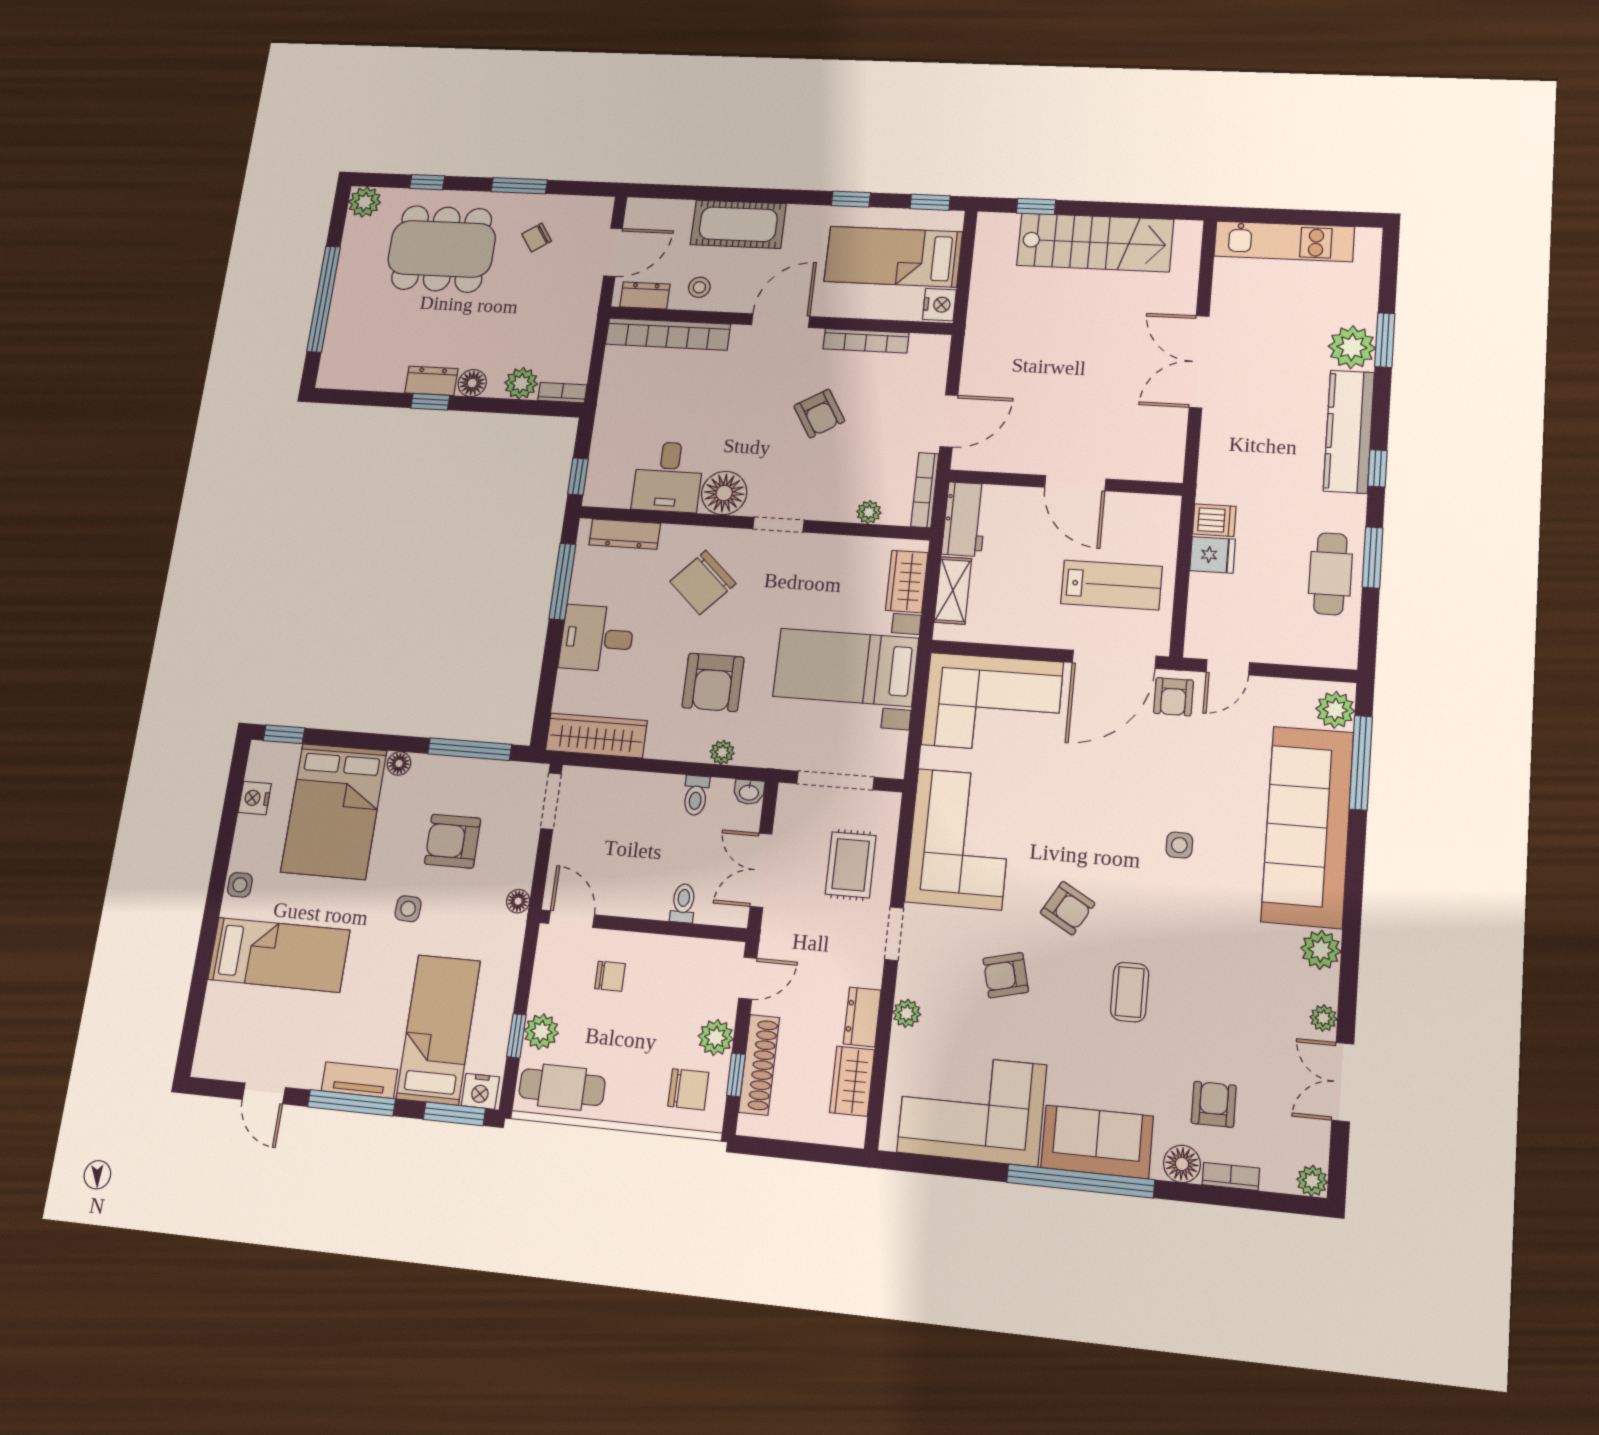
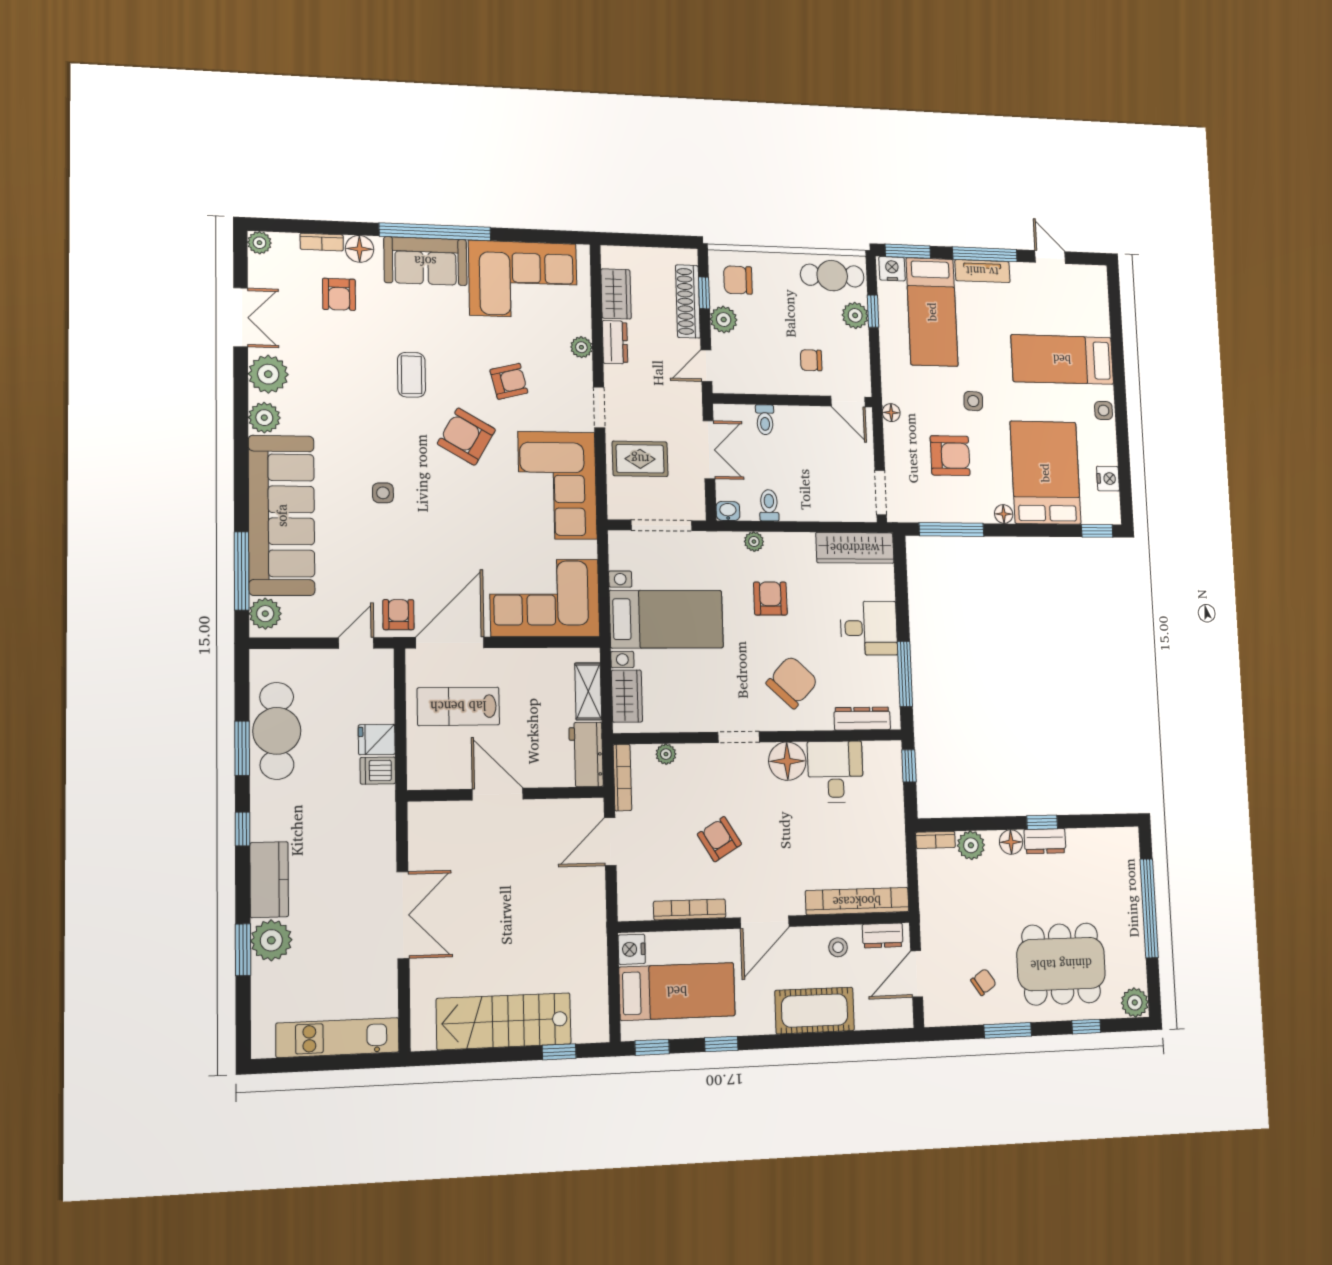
kitchen counter: (1349, 431) -> (269, 880), width x0.67
cafe table: (1330, 574) -> (277, 731), width x1.37, depth x1.35
armchair: (713, 682) -> (770, 598), width x0.72, depth x0.72
rug: (851, 865) -> (640, 459), turned 90
armchair: (1068, 908) -> (466, 437), width x1.38, depth x1.38
plant: (1323, 1018) -> (268, 374), width x1.87, depth x1.87

